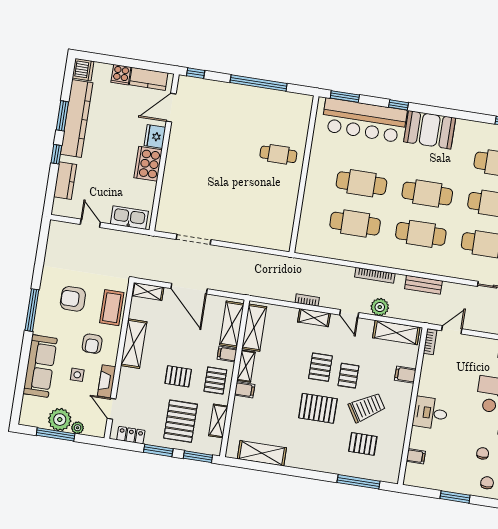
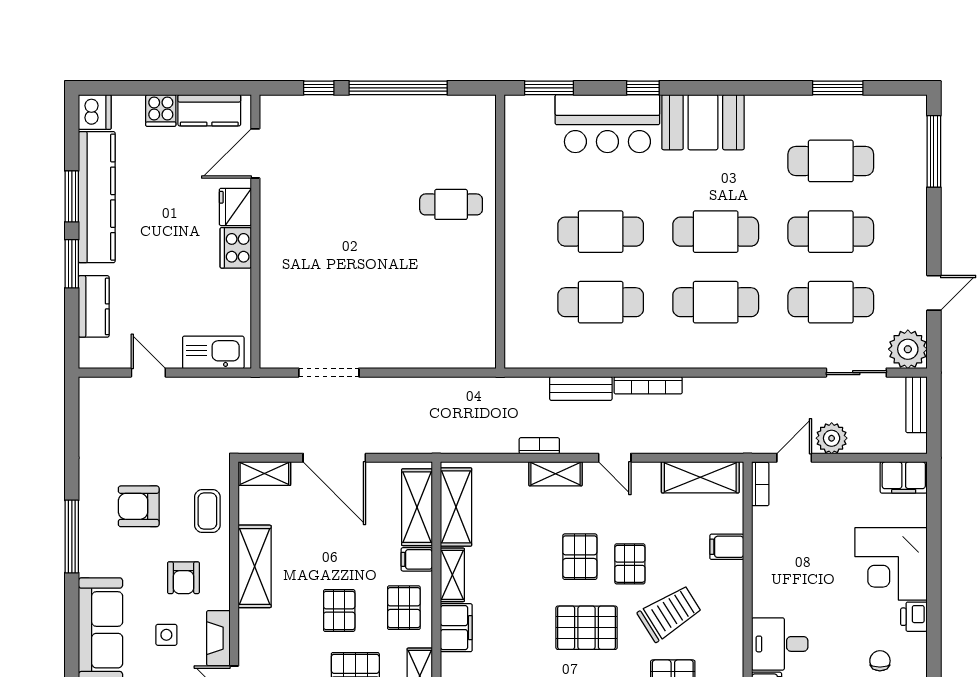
window: (196, 73) -> (319, 88), moved
bar counter: (364, 120) -> (607, 124), width x0.73
window: (56, 154) -> (72, 264), width x1.50
cooker: (148, 164) -> (236, 248), width x0.73, depth x0.76
bench: (423, 285) -> (581, 389), moved
plant: (380, 307) -> (832, 438), moved
coffee table: (112, 308) -> (207, 511), width x0.73, depth x0.77
pallet: (178, 376) -> (339, 610), turned 90
filing cabinet: (245, 390) -> (456, 628), width x2.00
desk: (430, 413) -> (780, 644), moved

